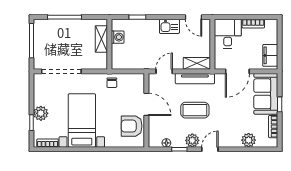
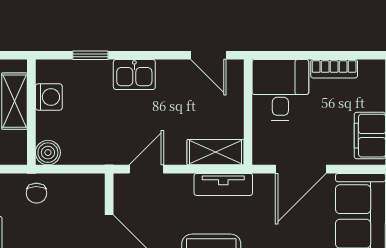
kitchen sink: (169, 26) -> (134, 75), moved
boiler: (117, 63) -> (48, 153), added
tv unit: (195, 79) -> (223, 184), width x0.71

